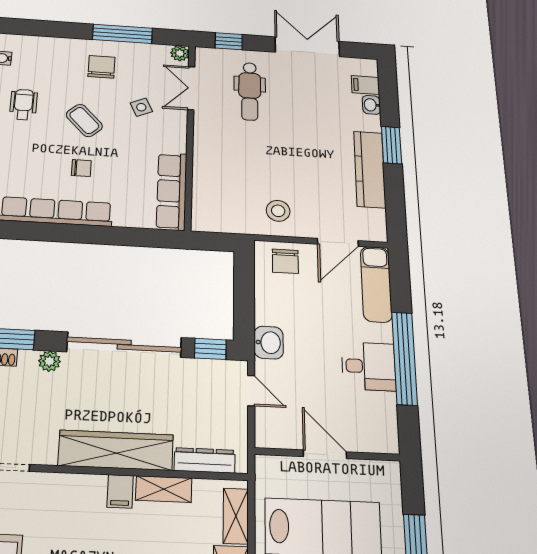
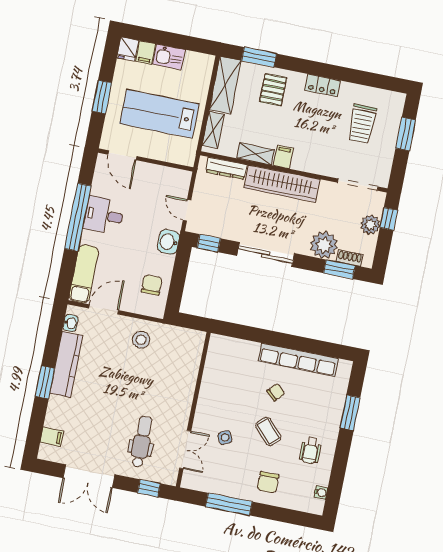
plant: (180, 53) -> (188, 482), removed
chair: (102, 67) -> (268, 482), moved
washbasin: (371, 105) -> (71, 323), moved
chair: (81, 168) -> (276, 392), turned 132
row of seats: (172, 191) -> (214, 365), removed
chair: (285, 261) -> (152, 285), moved
sliding door: (124, 345) -> (266, 255), width x0.73
plant: (50, 361) -> (324, 245), width x1.88, depth x1.88
door: (325, 454) -> (122, 155), moved

